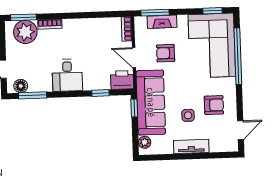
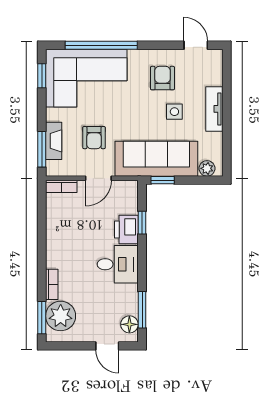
printer: (122, 80) -> (126, 230), moved

